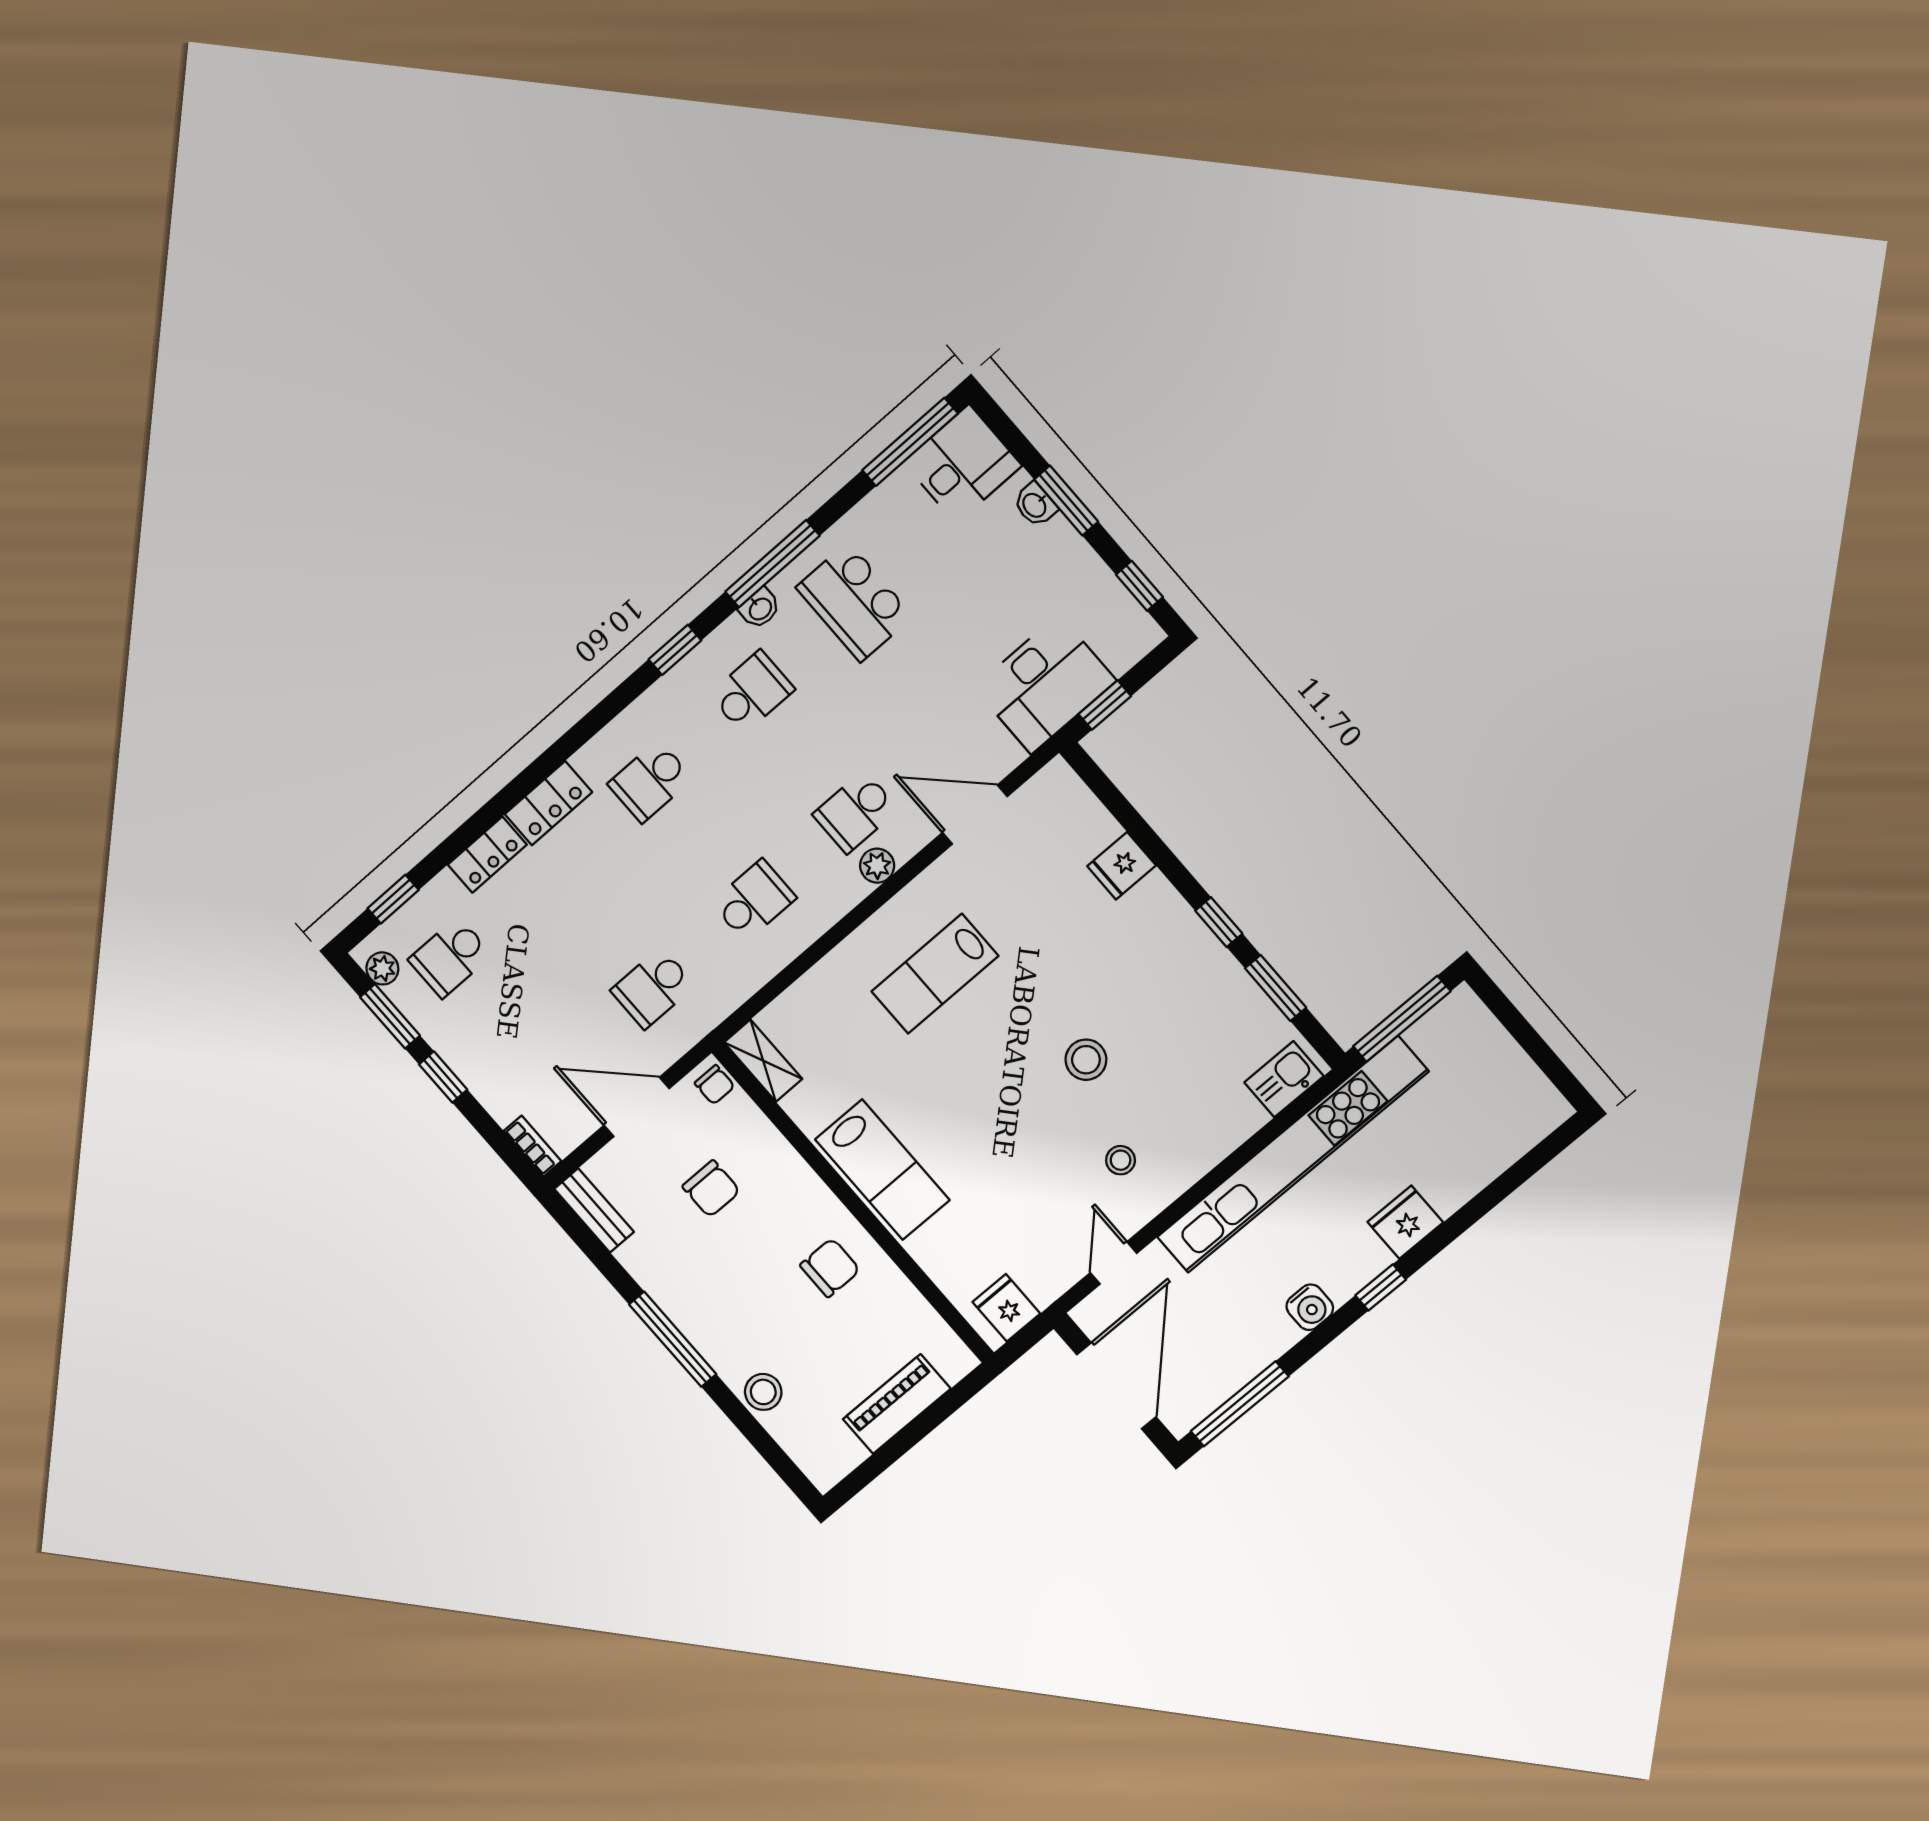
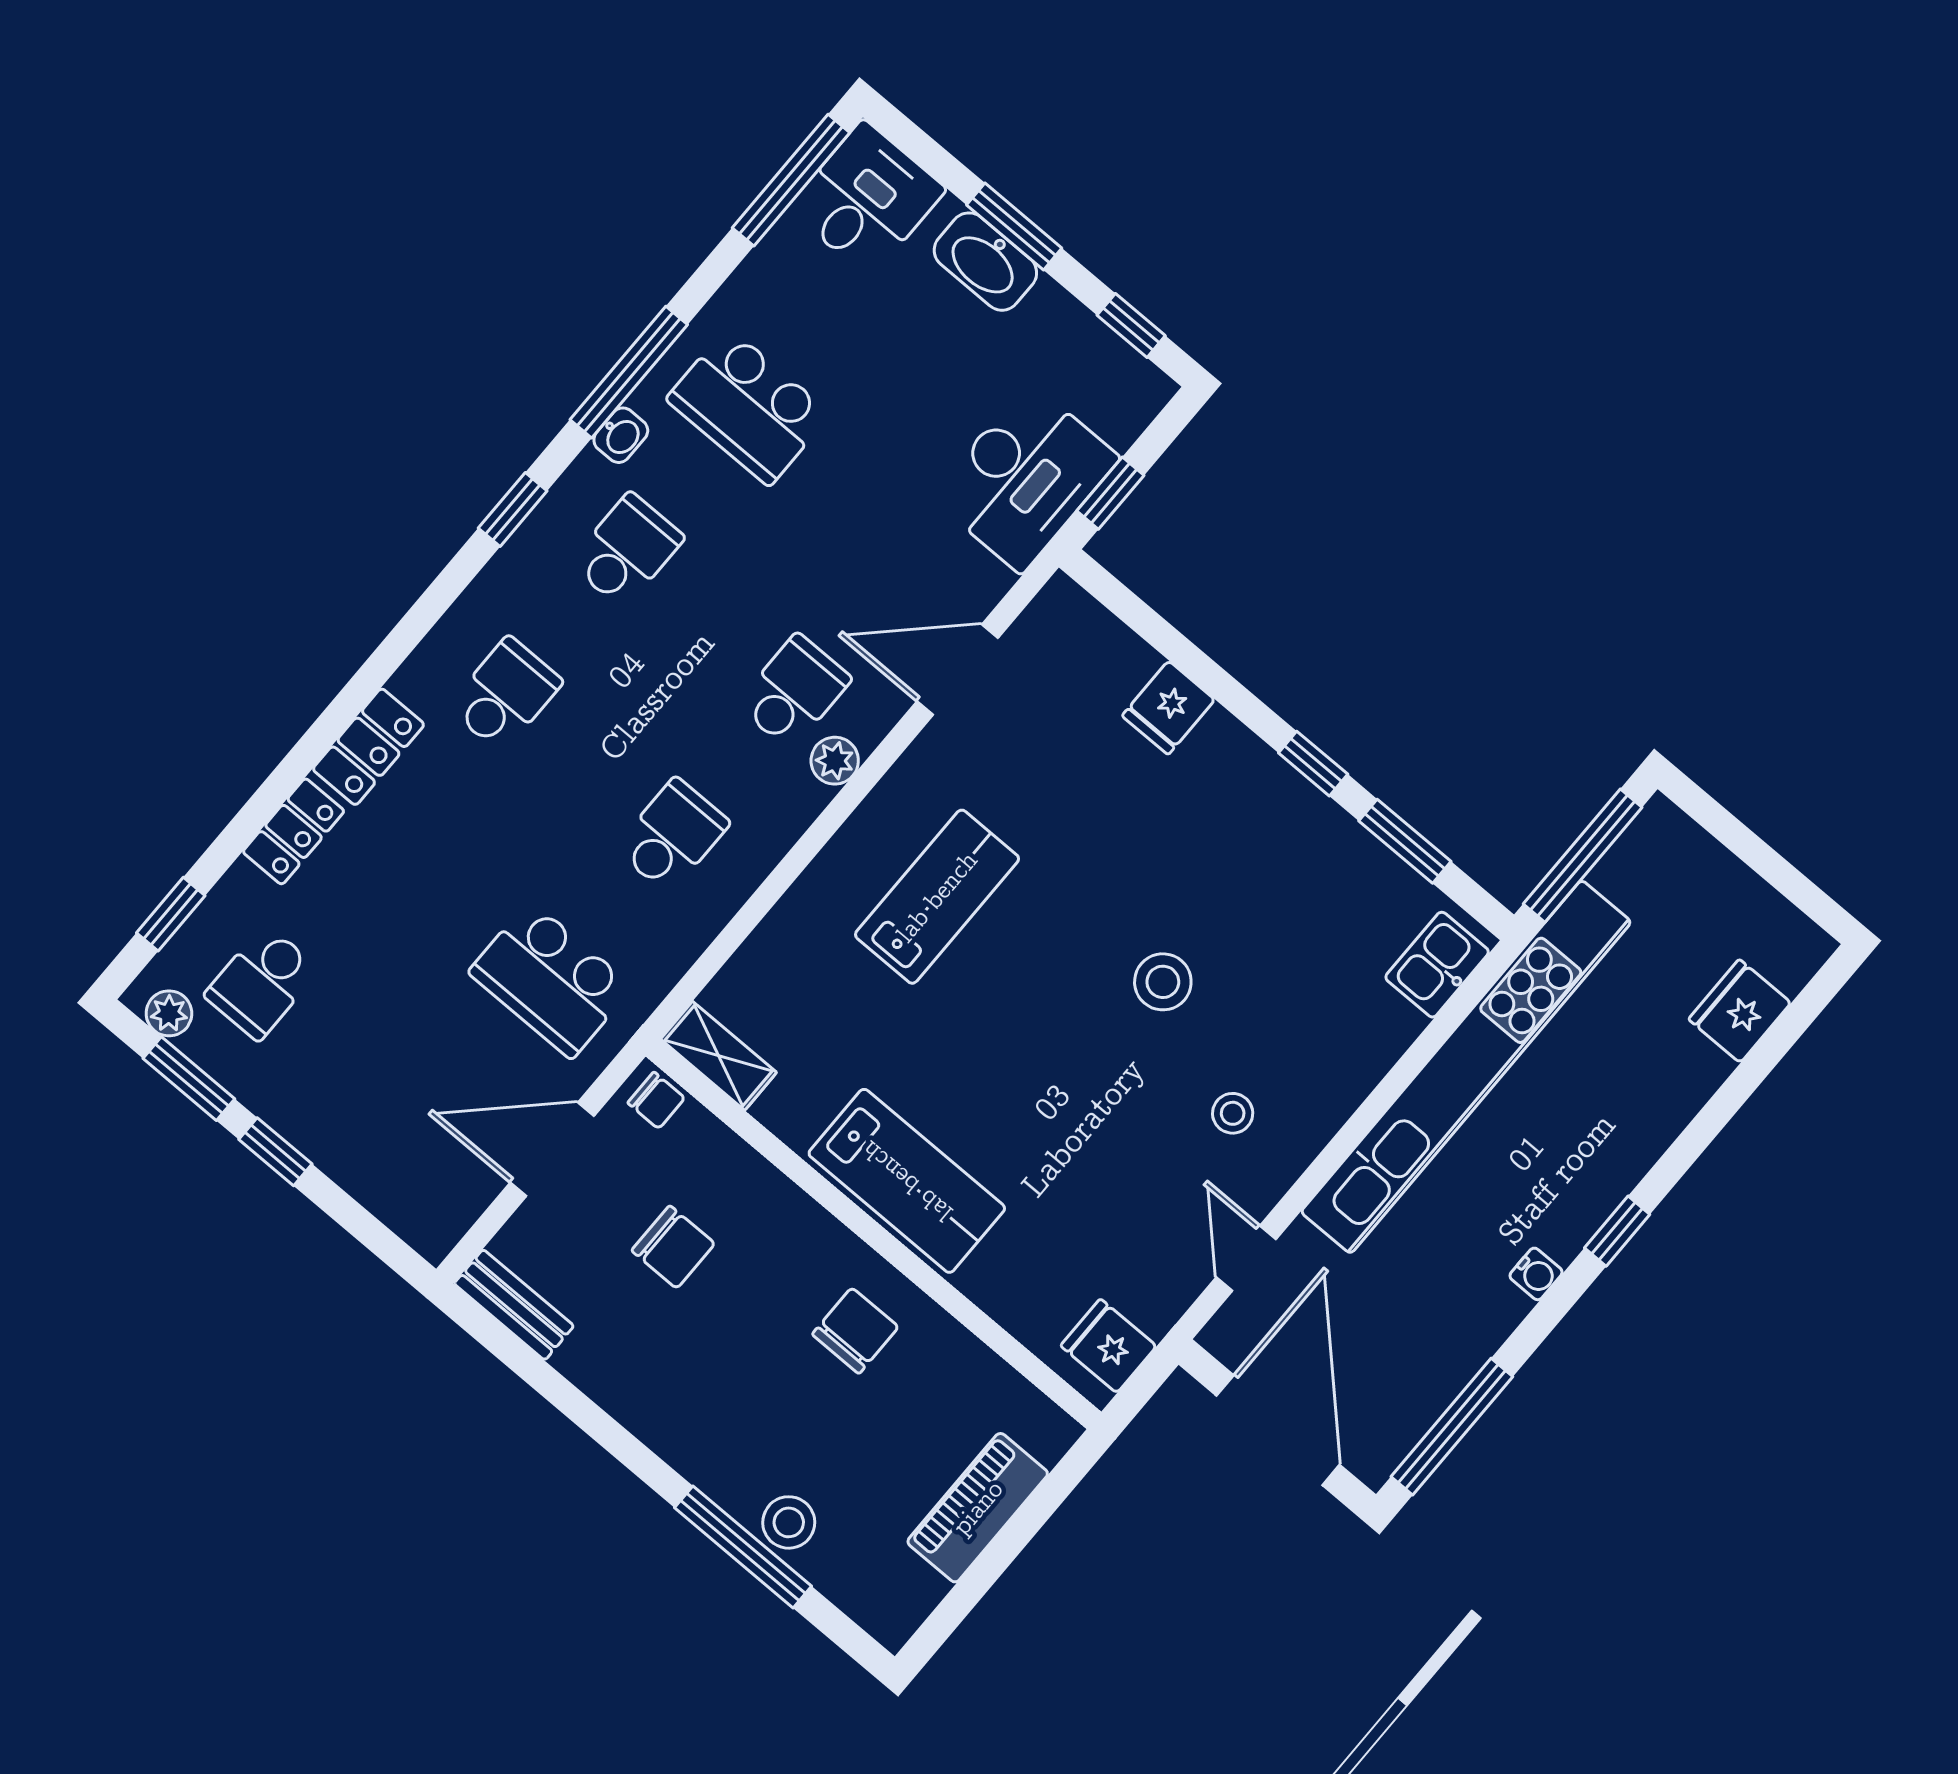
washbasin: (1035, 505) -> (985, 262), width x1.91, depth x1.45
school desk: (650, 781) -> (505, 695), turned 180
school desk: (856, 812) -> (794, 692), turned 180
lab bench: (935, 974) -> (937, 897), turned 180
school desk: (653, 988) -> (551, 980), width x1.85
bookcase: (533, 1146) -> (415, 1228), removed
fridge: (1405, 1222) -> (1740, 1011), moved
water cooler: (1310, 1307) -> (1536, 1274), width x0.72, depth x0.72
window: (673, 1339) -> (743, 1547), moved

